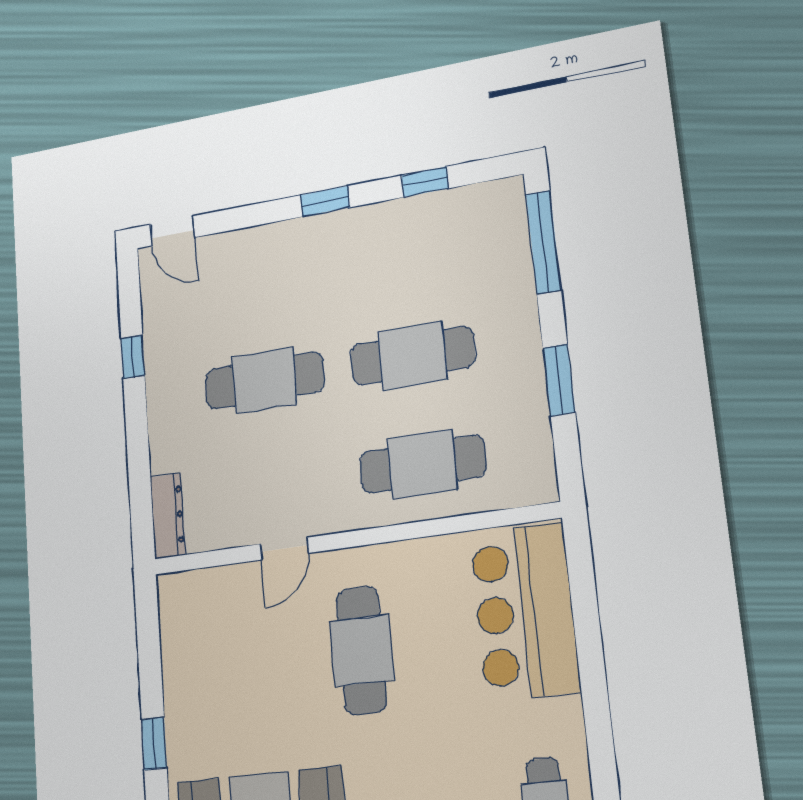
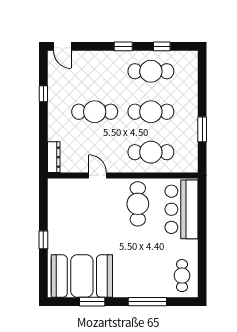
window: (543, 242) -> (202, 78), removed
cafe table: (403, 250) -> (151, 71), added
door: (285, 549) -> (98, 175), swing flipped
cafe table: (362, 650) -> (138, 204), moved

